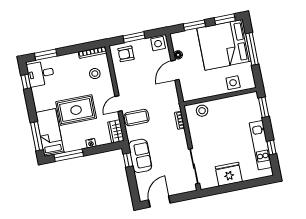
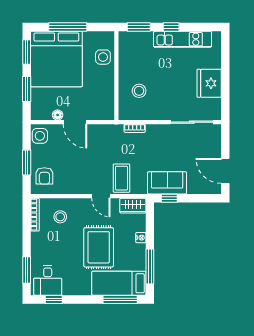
stool: (202, 111) -> (139, 91), moved
window: (271, 147) -> (171, 27), moved

